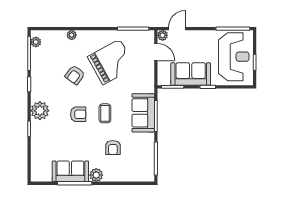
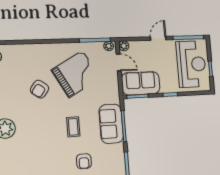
door: (177, 29) -> (158, 38), moved
plant: (72, 35) -> (109, 46), moved
sofa: (191, 74) -> (141, 83), moved
armchair: (78, 114) -> (46, 130), removed

